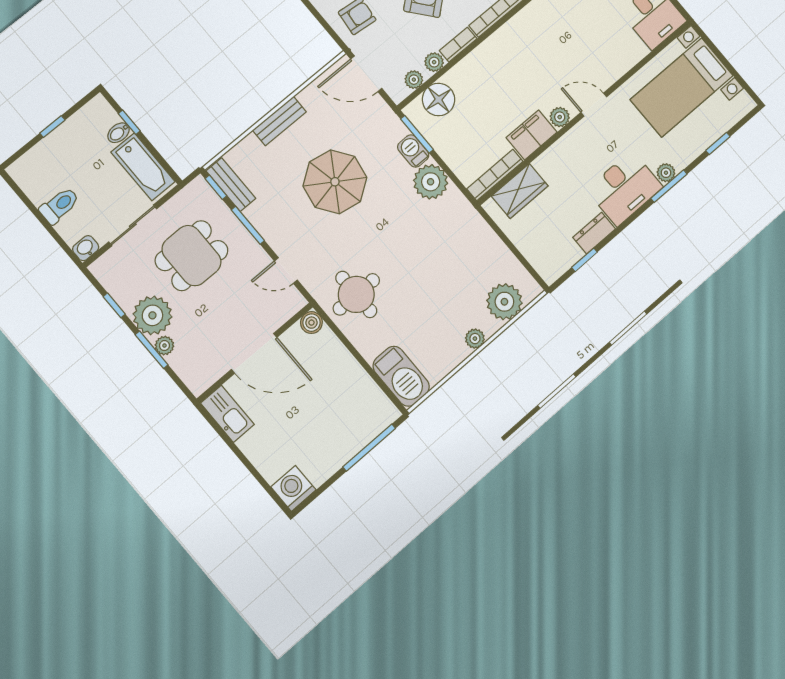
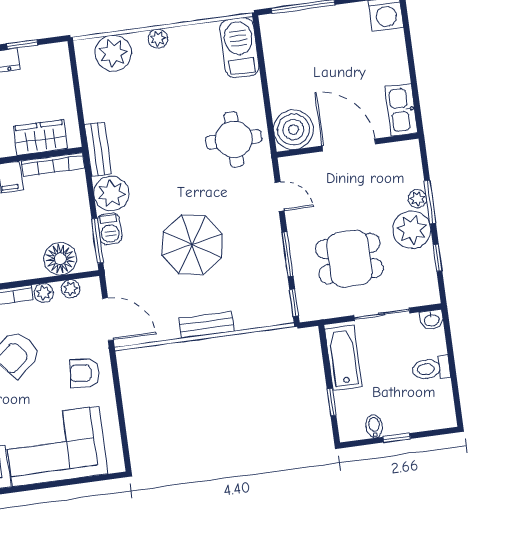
bidet: (119, 133) -> (374, 426), moved, turned -90
bench: (231, 185) -> (98, 149), moved
boiler: (311, 323) -> (293, 130), width x1.86, depth x1.86

